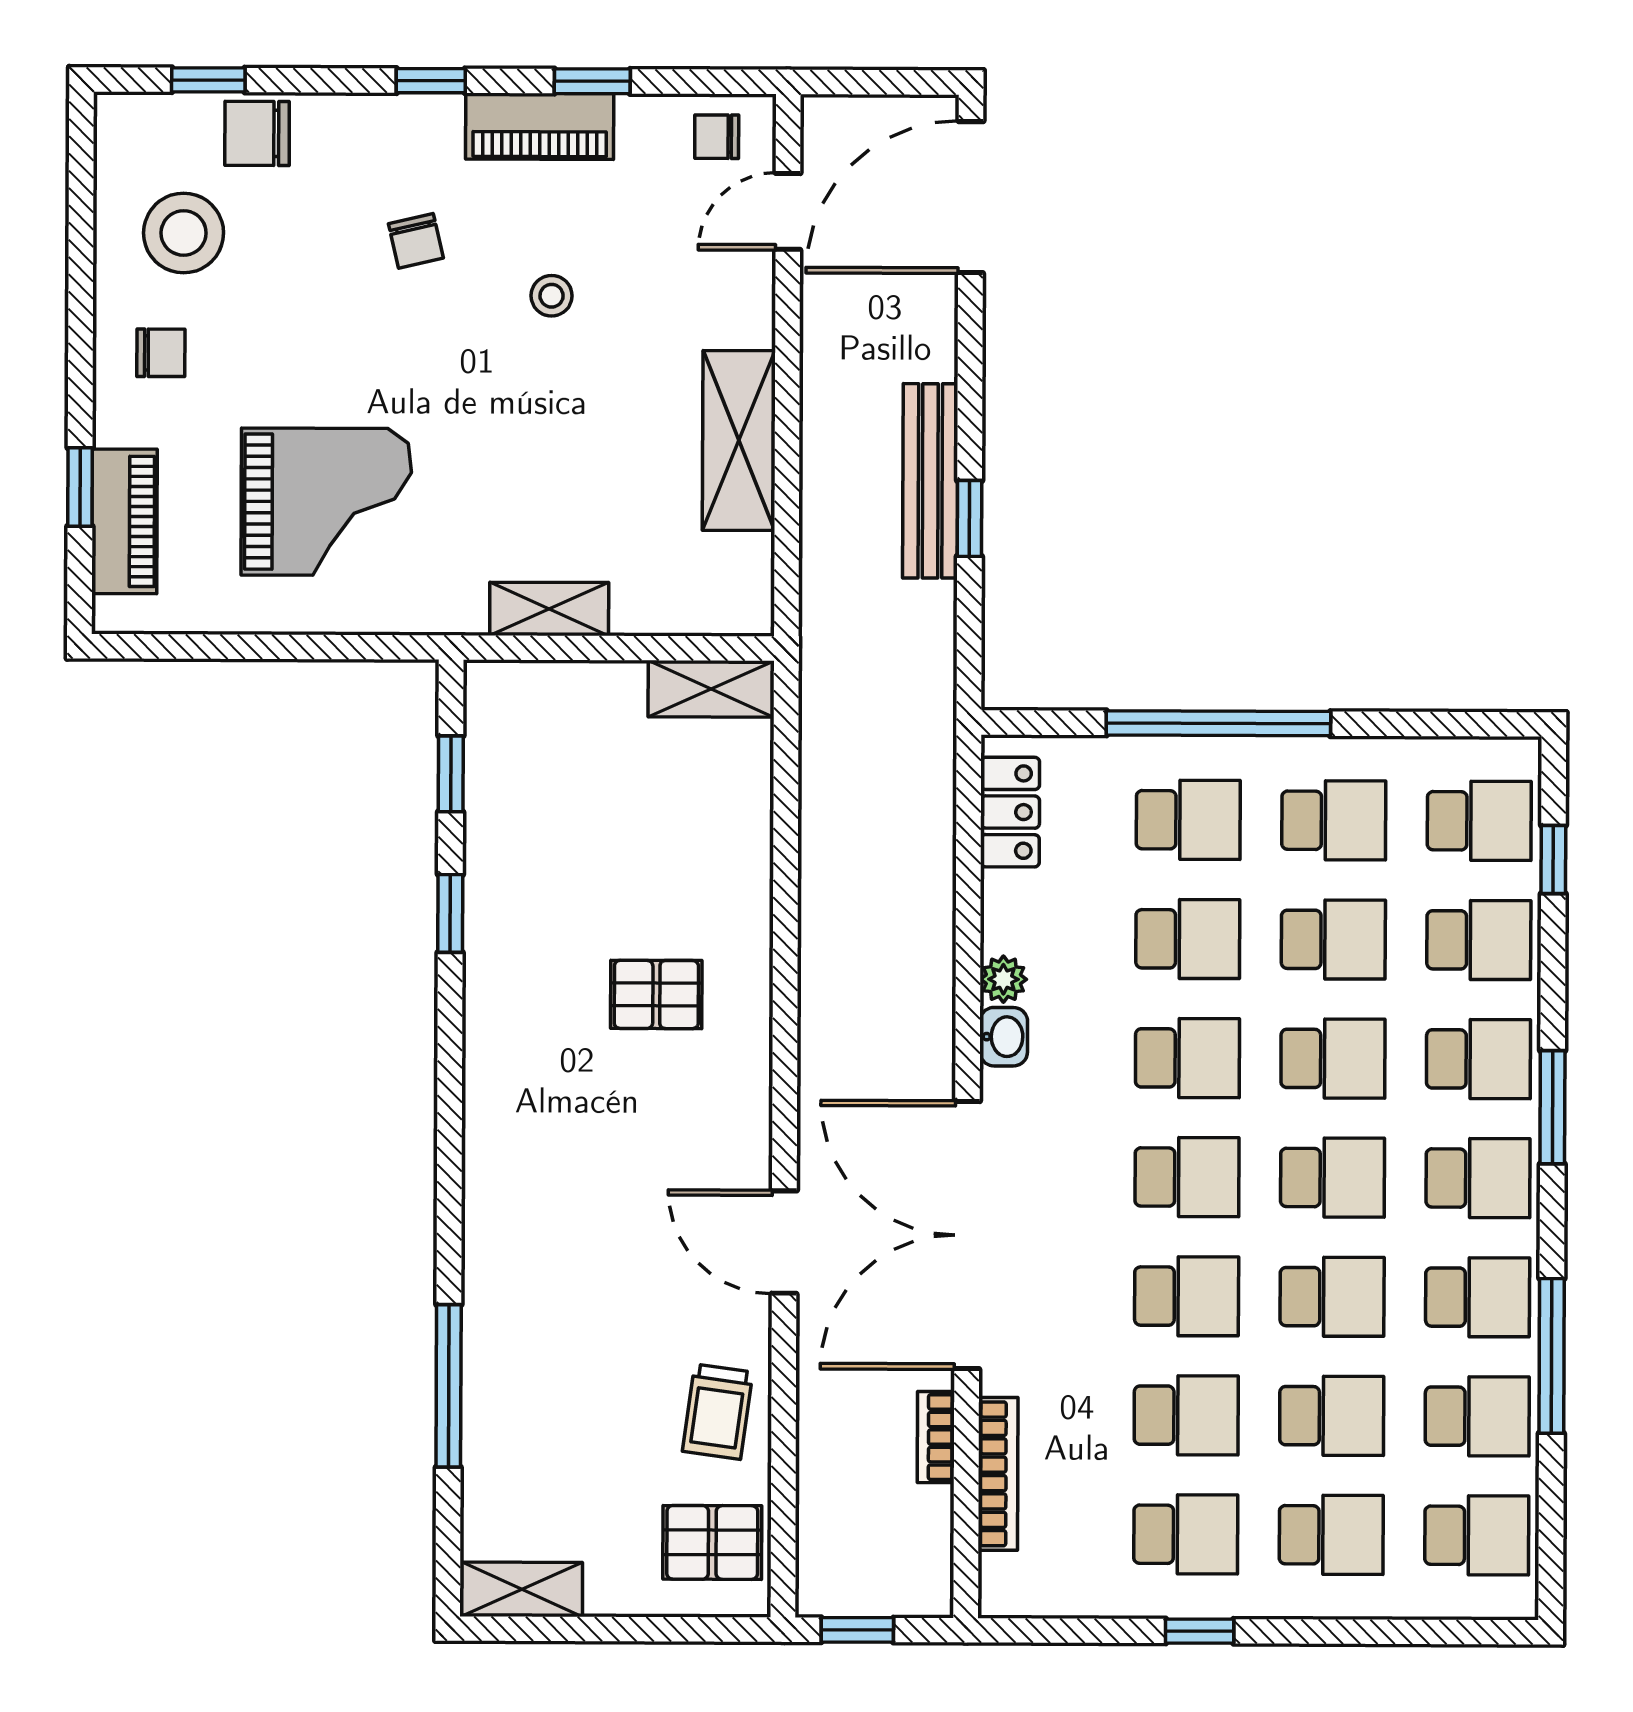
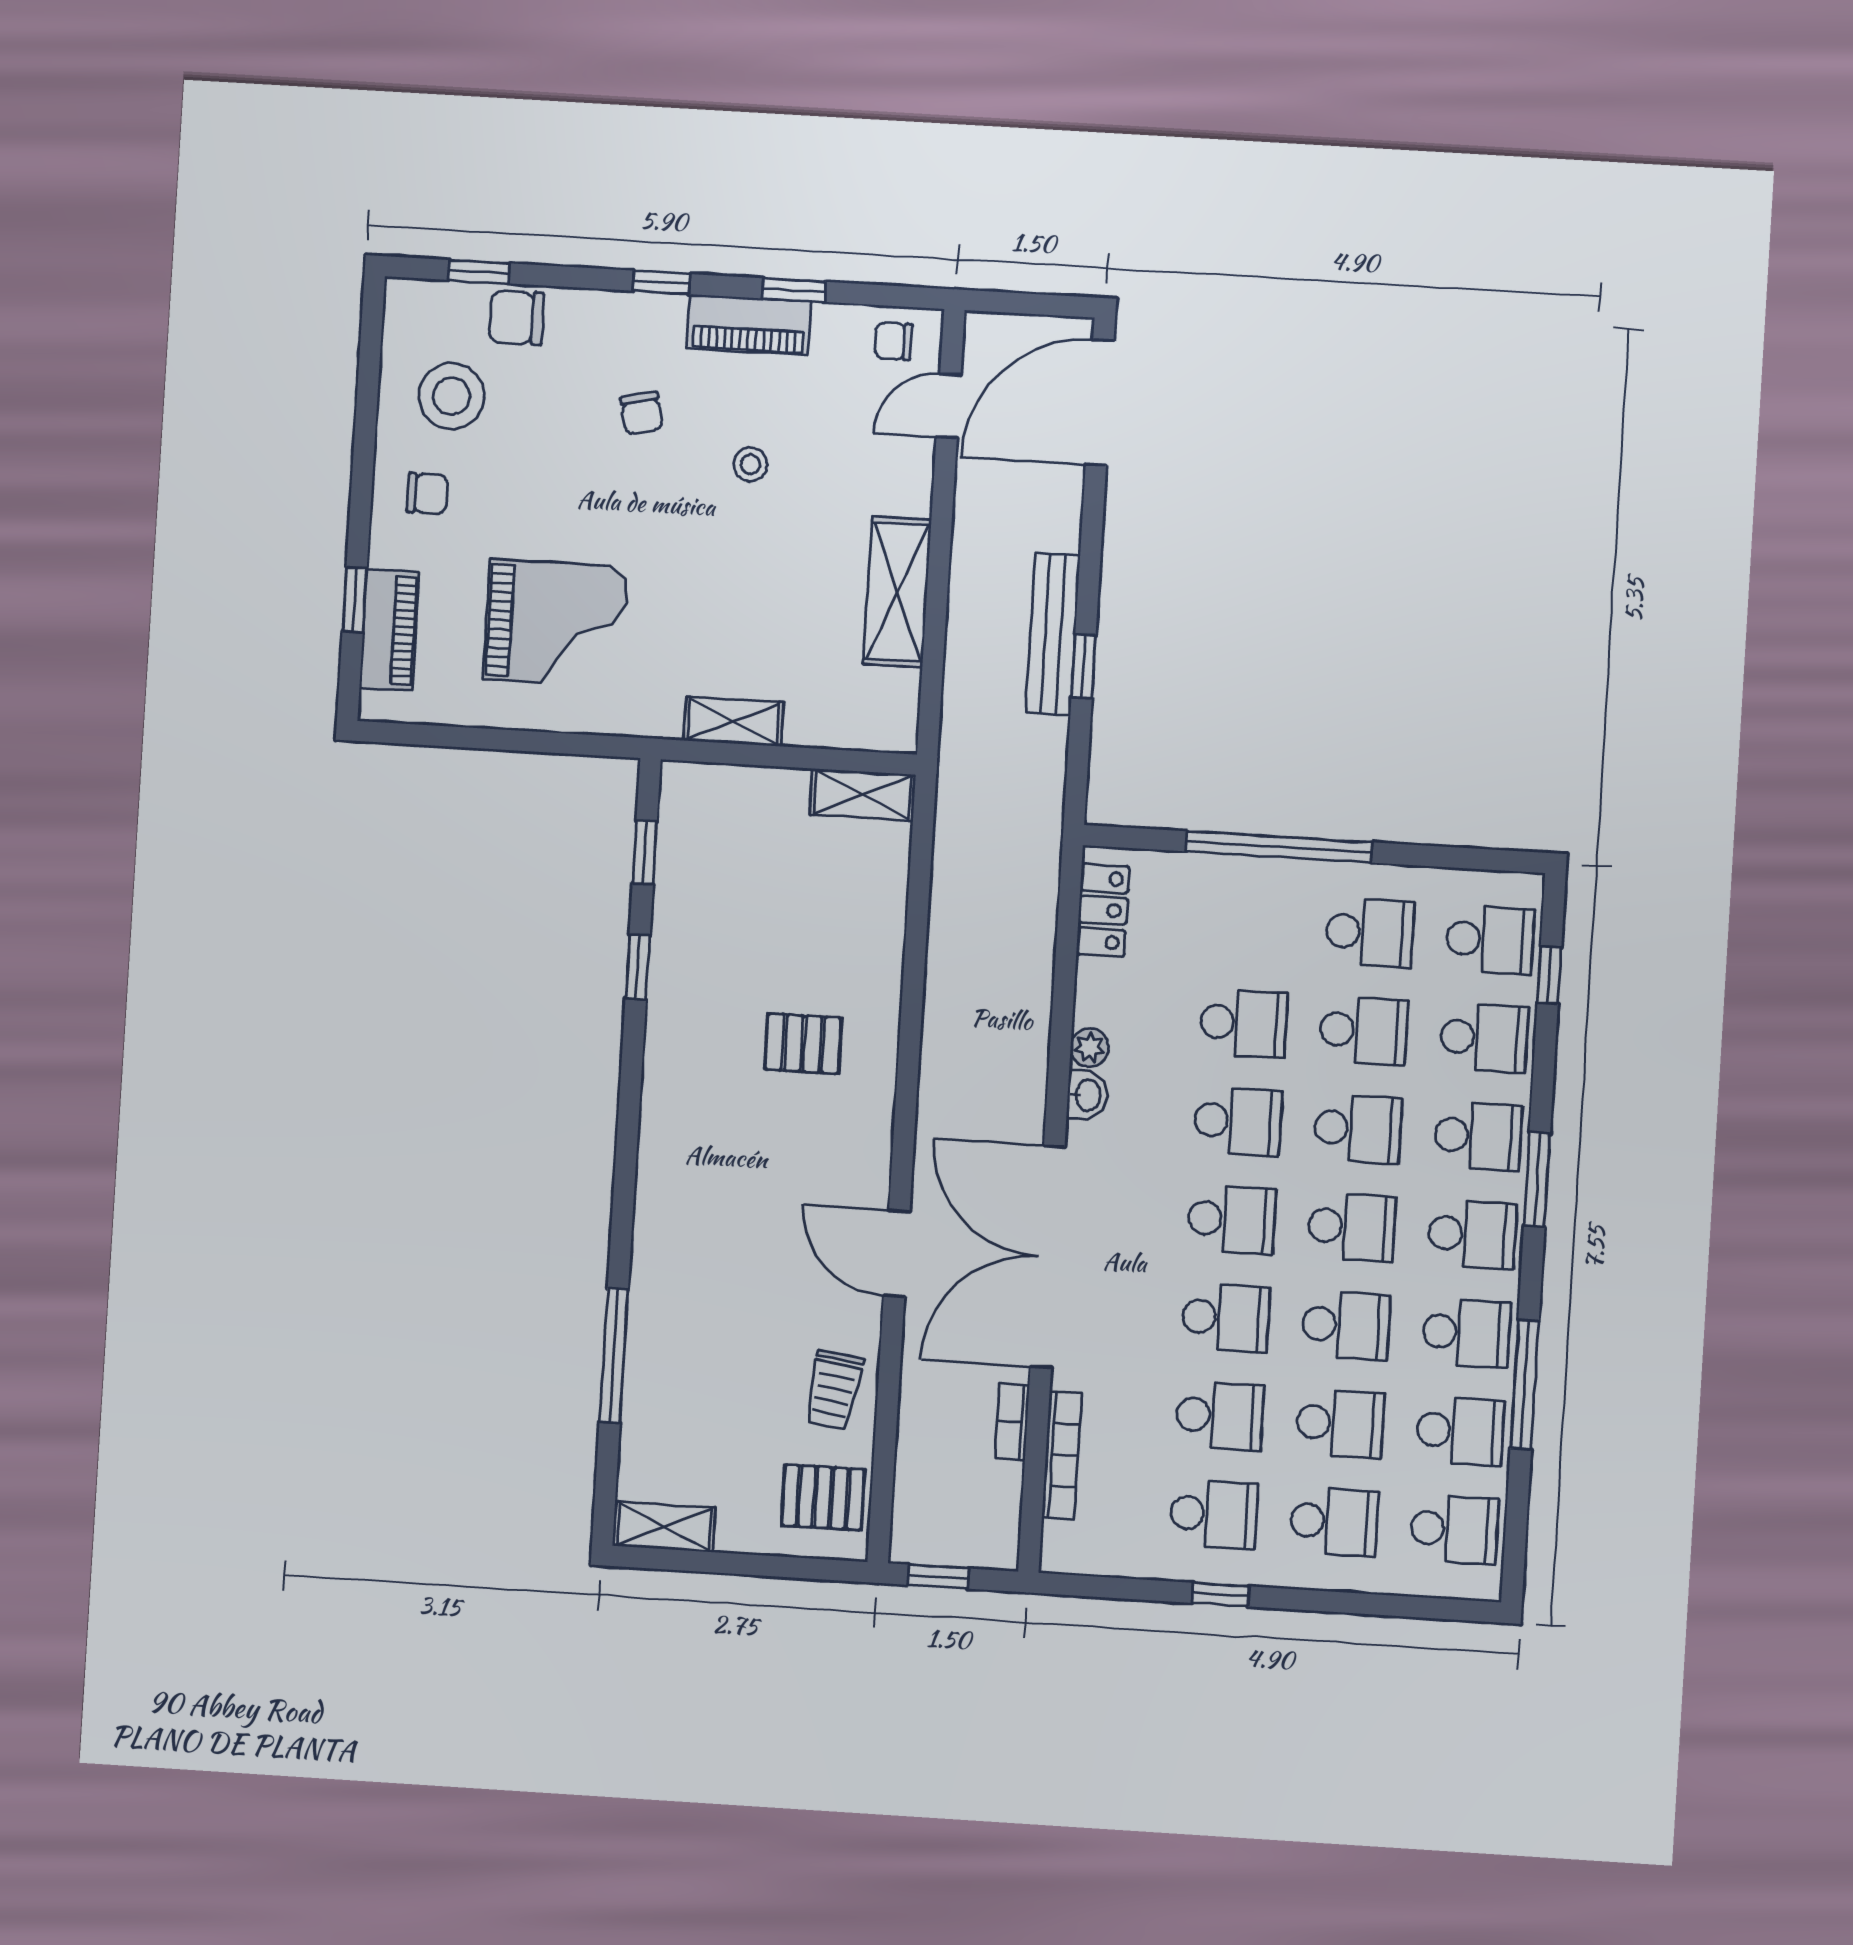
school desk: (1188, 820) -> (1250, 925), removed

